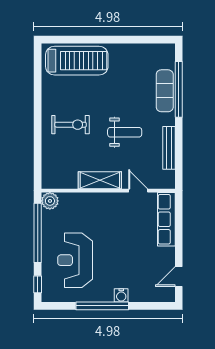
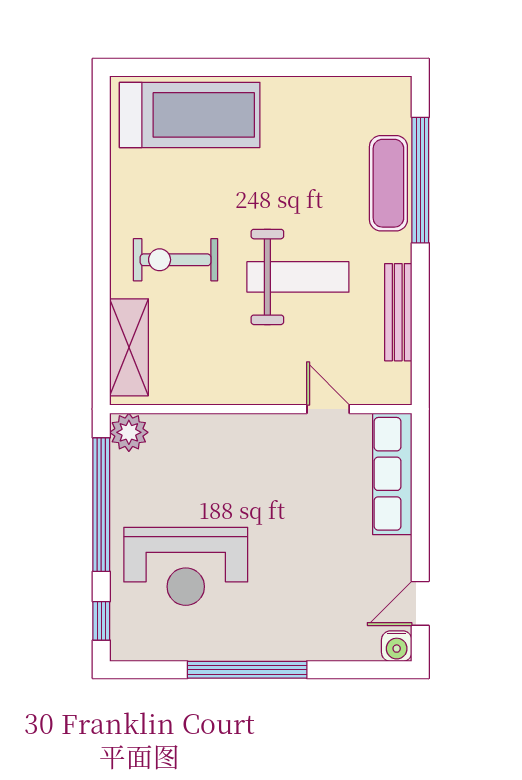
exercise bike: (71, 125) -> (176, 260), turned 180
weight bench: (125, 132) -> (298, 277), width x1.36, depth x1.33
shelving: (100, 180) -> (129, 347), moved, turned 90
reception desk: (75, 260) -> (186, 566), turned -90
water cooler: (121, 295) -> (397, 646), moved

